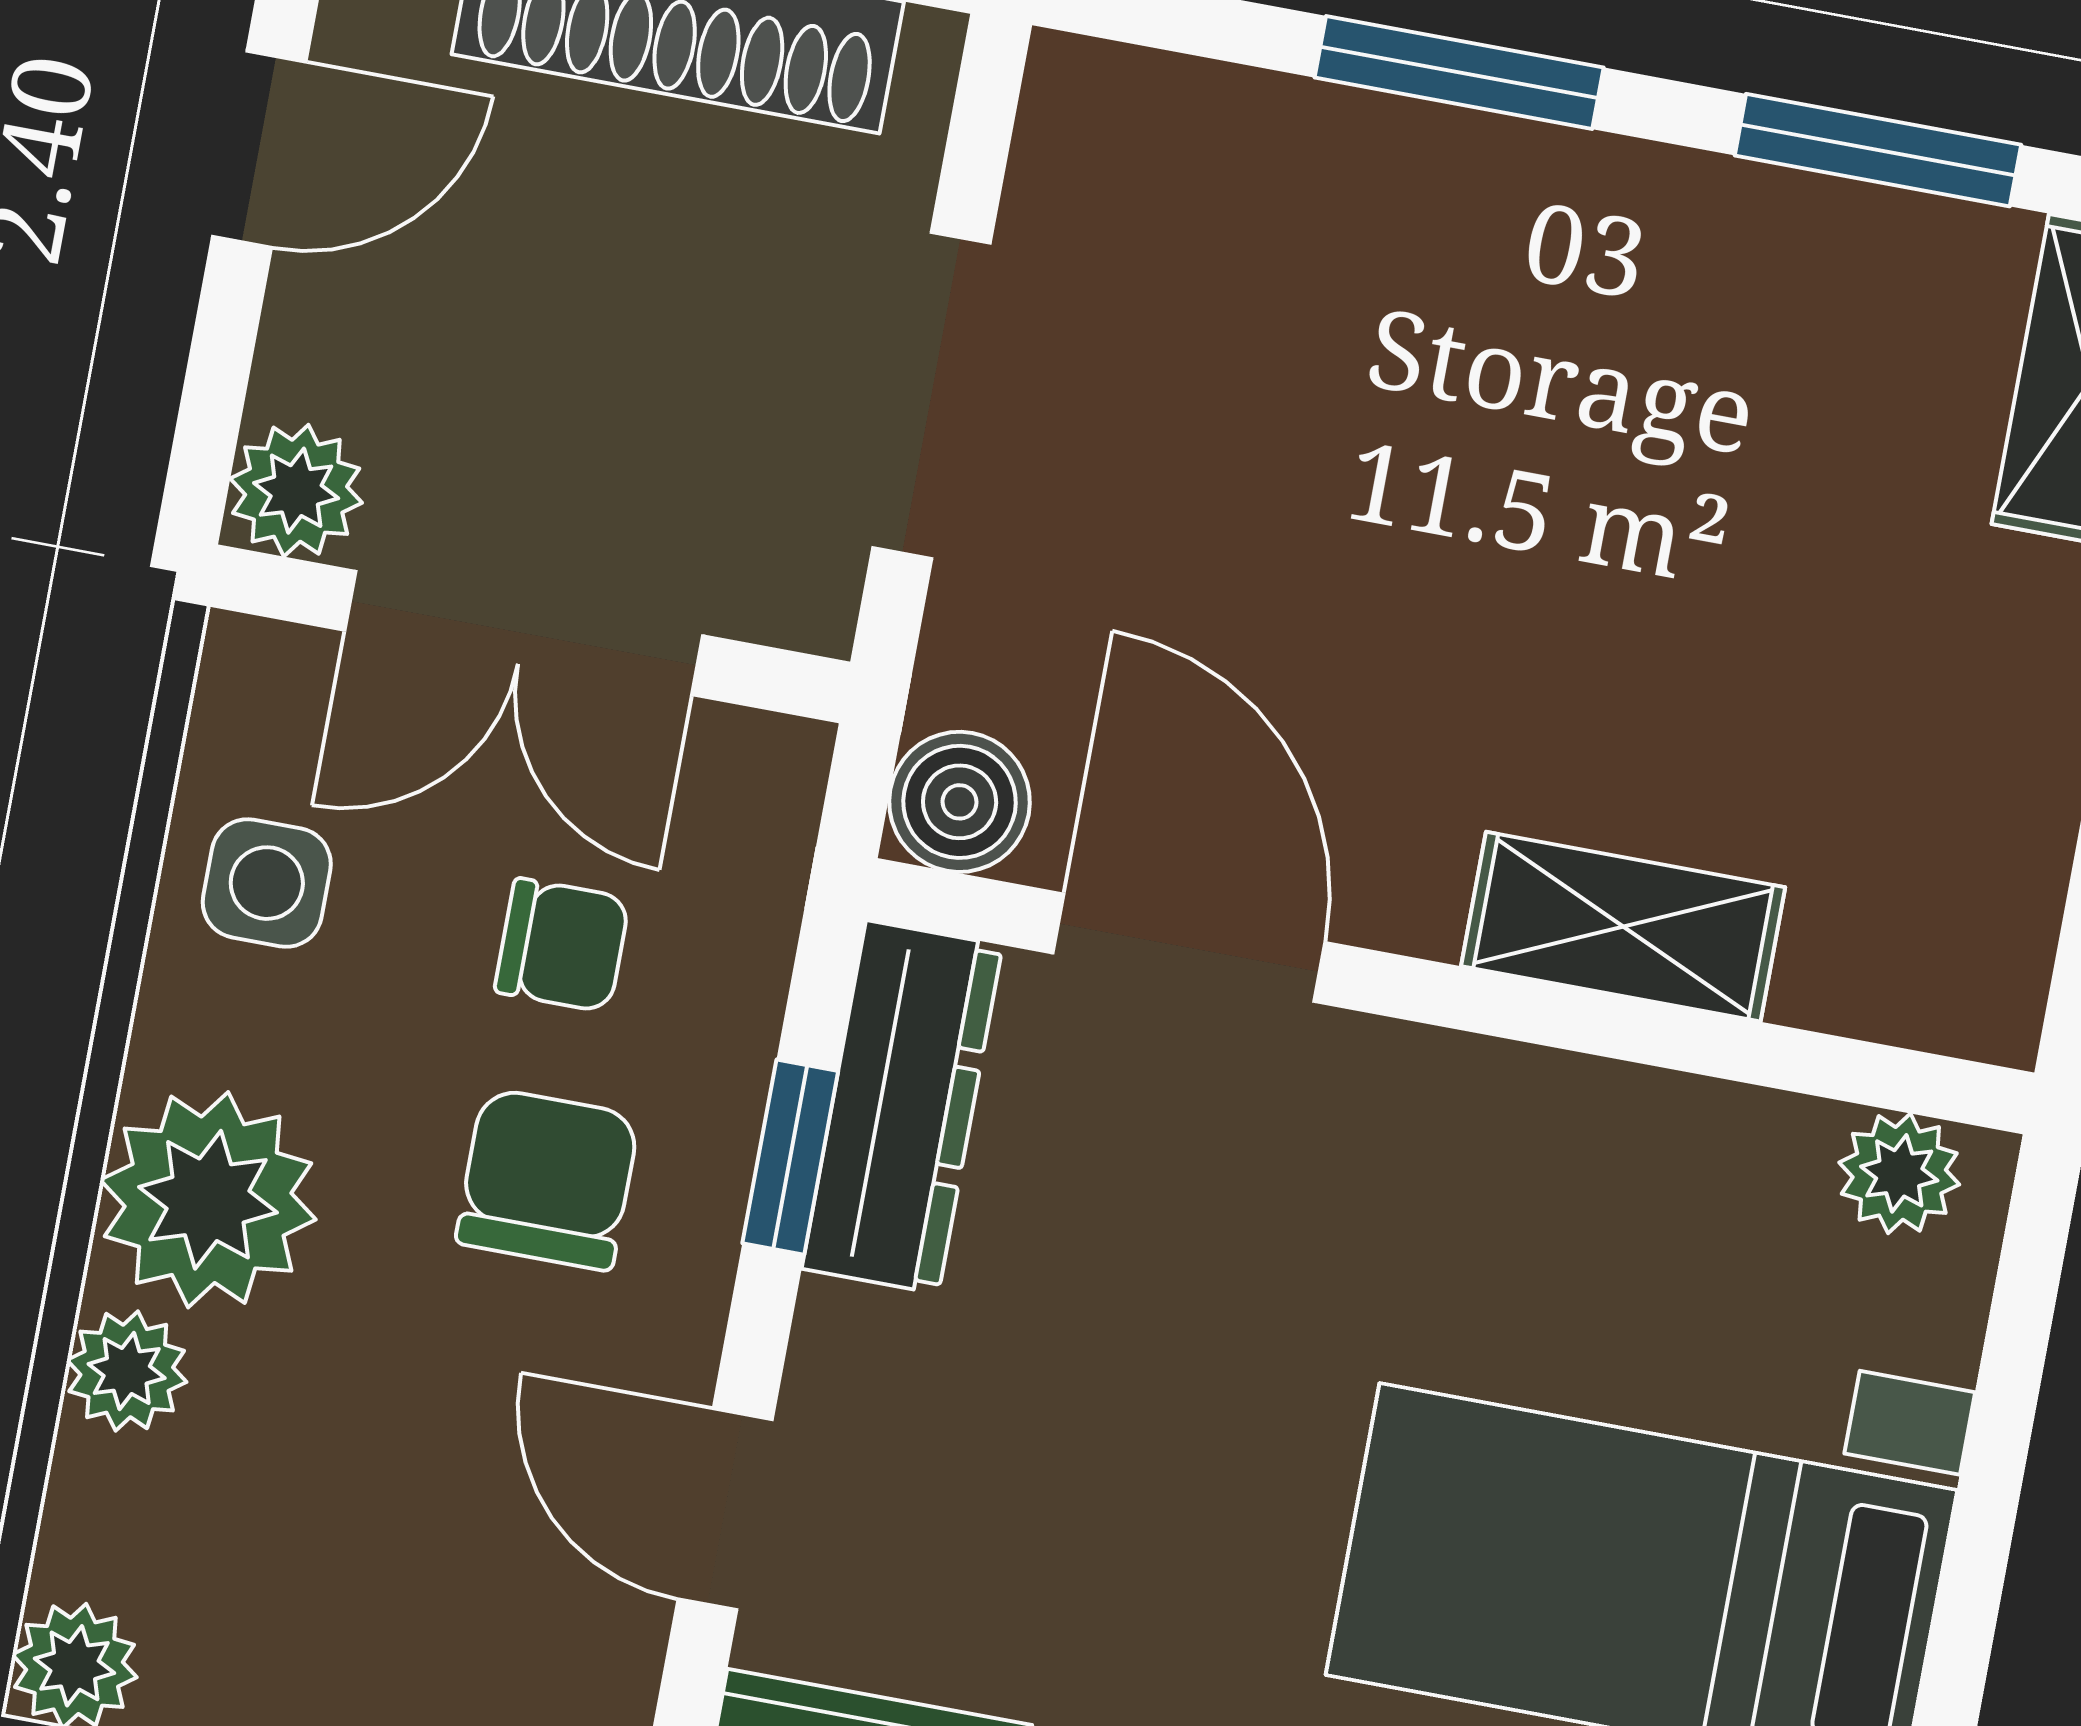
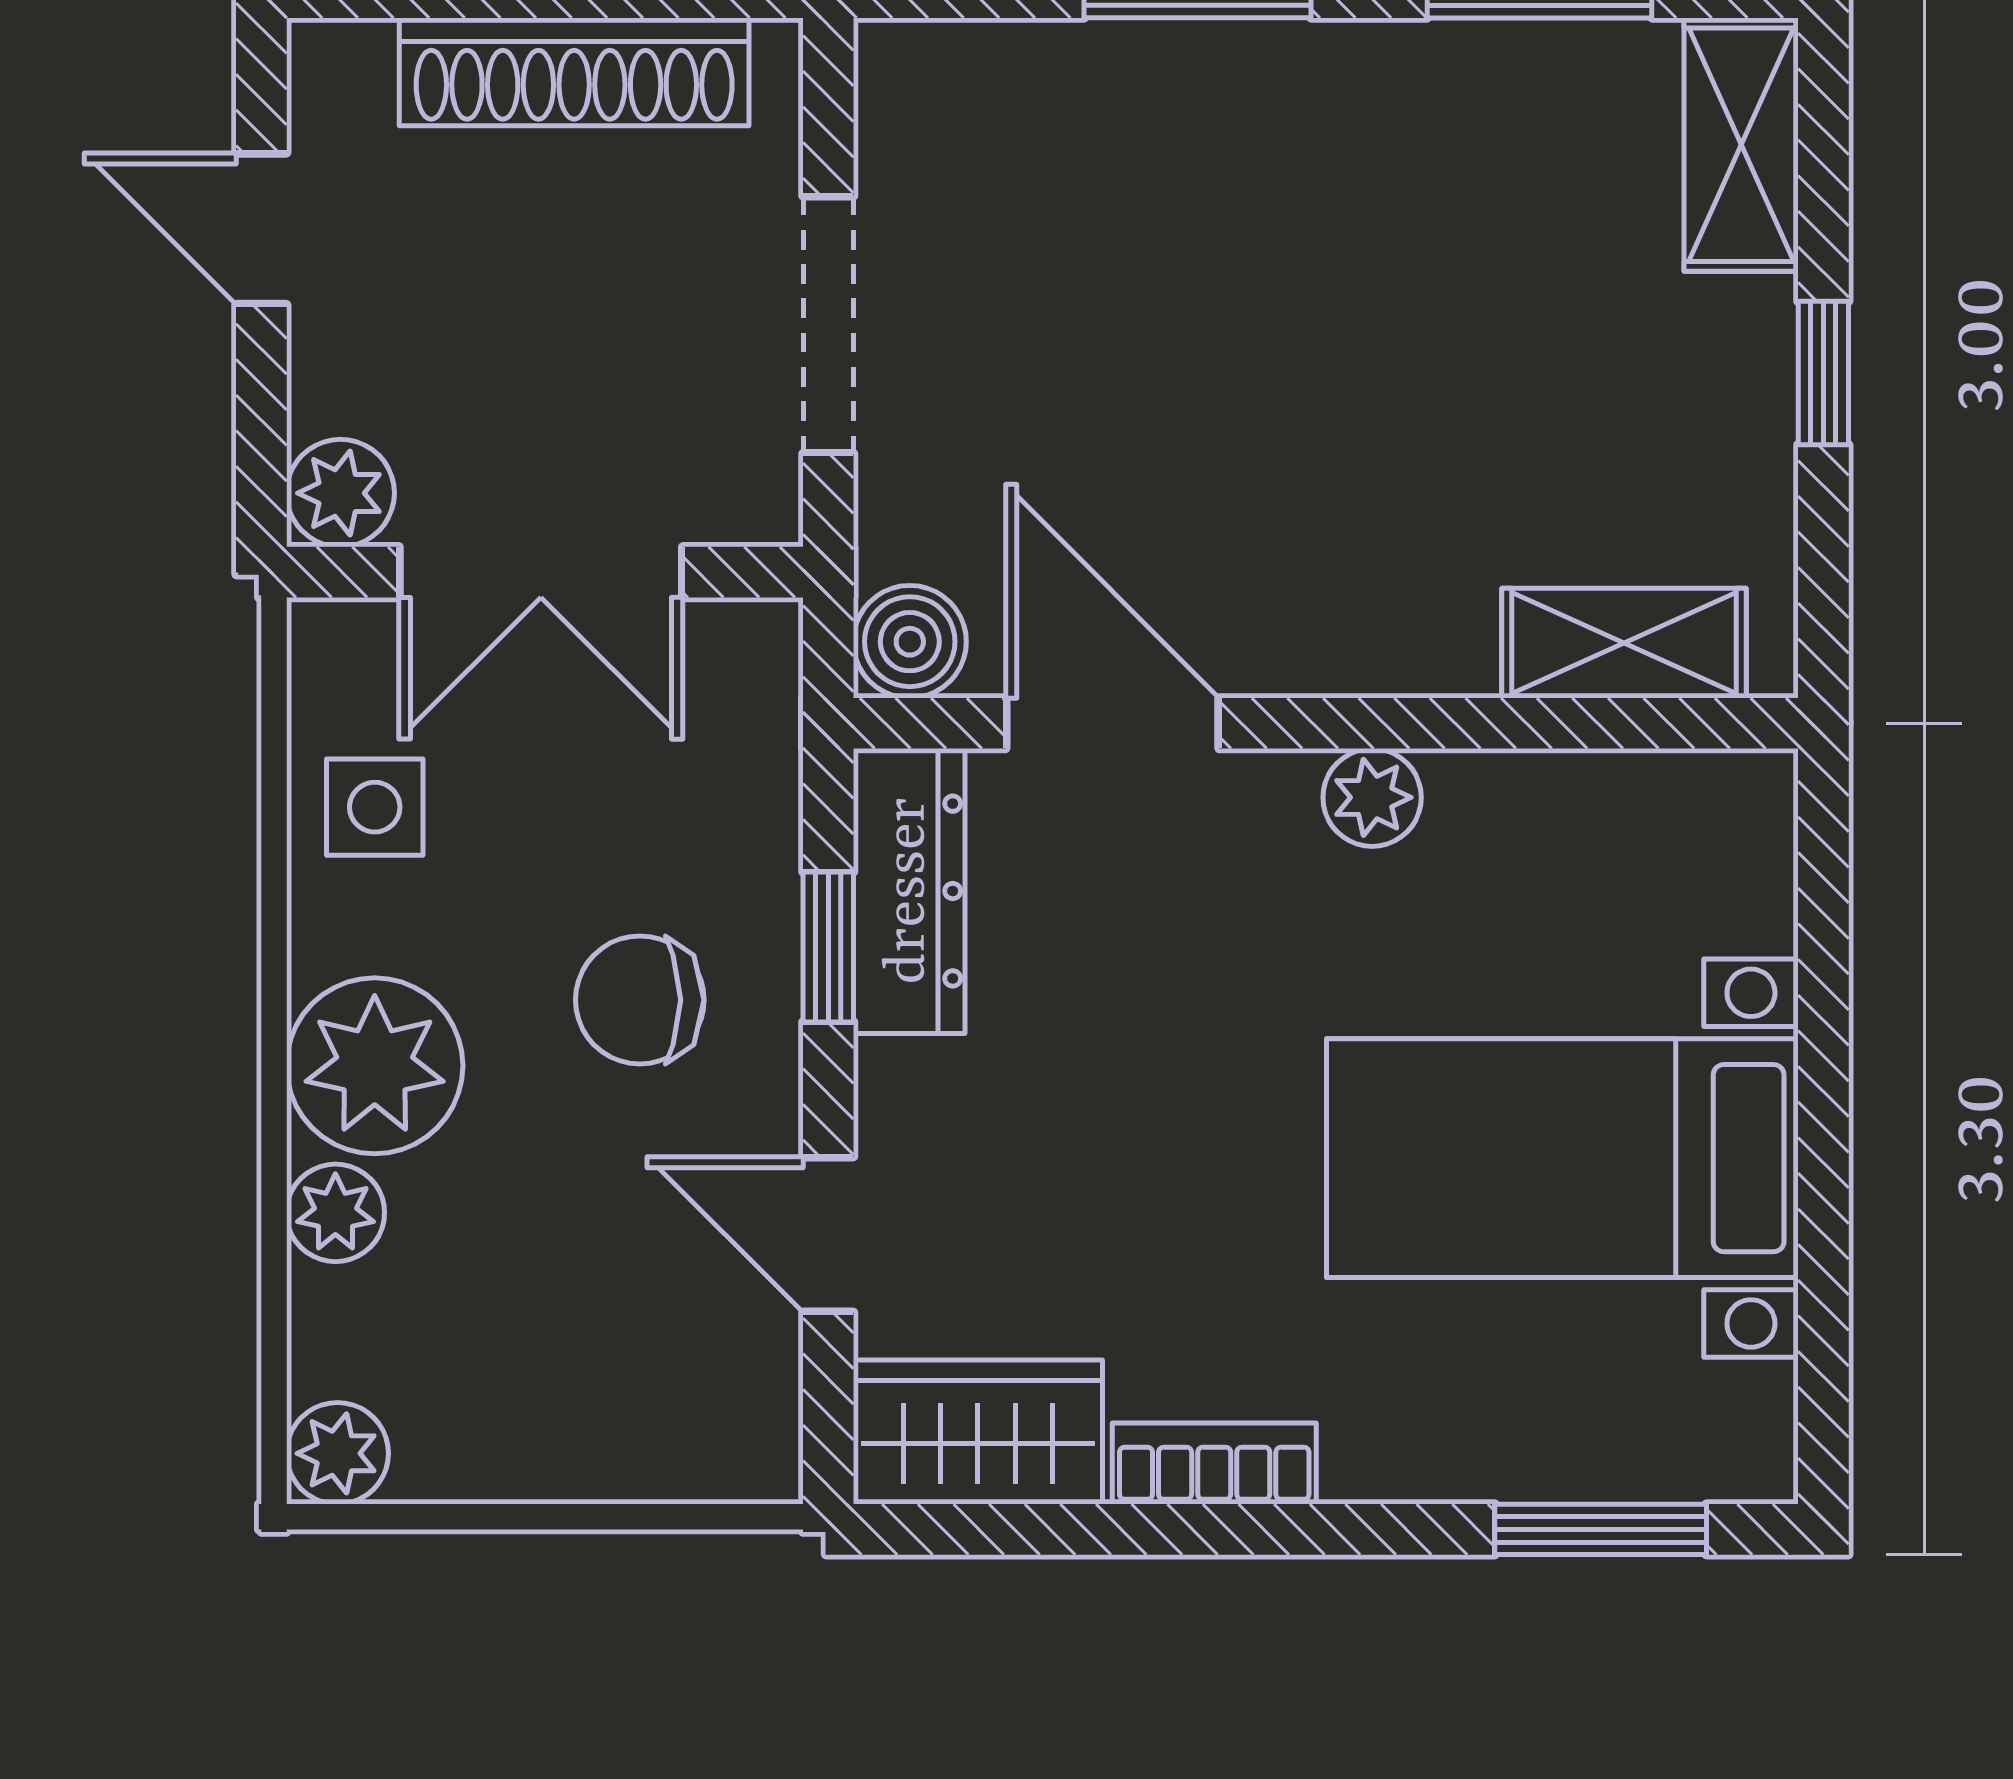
door: (259, 149) -> (261, 229), swing flipped
shelving: (1623, 927) -> (1624, 643), moved
chair: (562, 945) -> (617, 813), removed
plant: (1899, 1173) -> (1372, 797), moved
chair: (548, 1179) -> (640, 1000), turned -90

